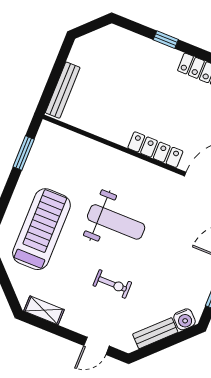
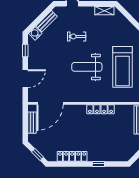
locker: (155, 150) -> (100, 109), moved
treadmill: (41, 229) -> (123, 67), moved

